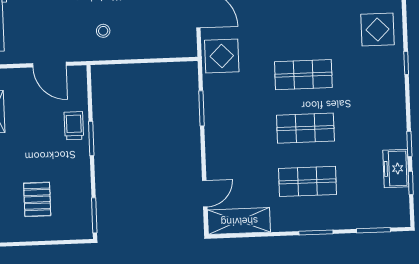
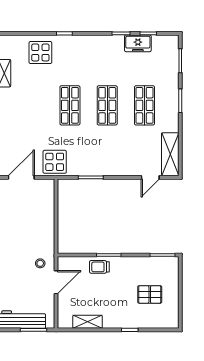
stool: (103, 31) -> (40, 263), moved
door: (205, 194) -> (150, 177), swing flipped

